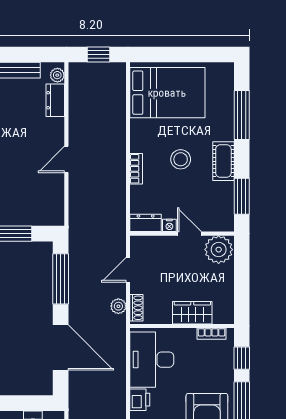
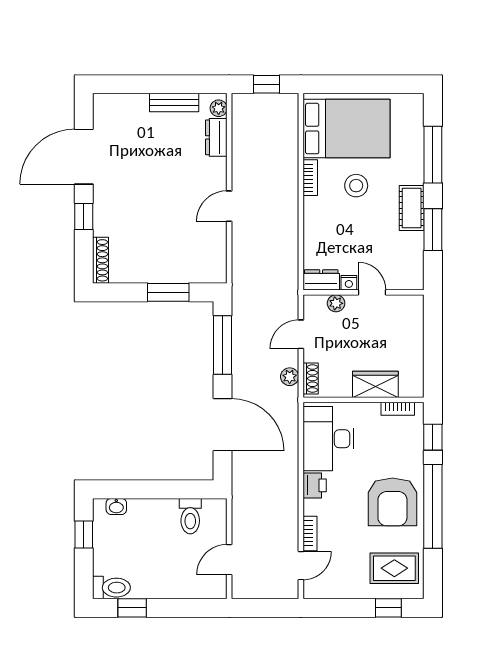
stool: (181, 159) -> (356, 186), moved
bookcase: (136, 169) -> (310, 178), moved
window: (242, 196) -> (433, 230), moved
plant: (219, 250) -> (336, 303), moved, width x0.53, depth x0.53

